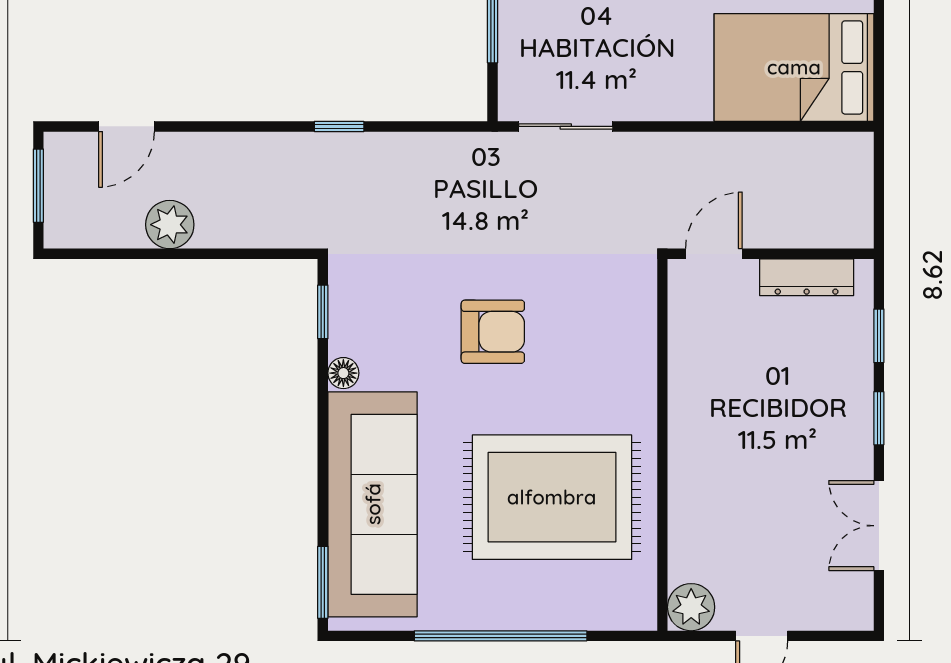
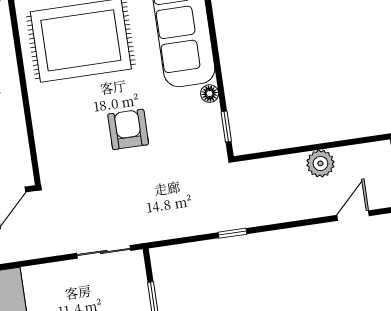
armchair: (493, 332) -> (128, 129), turned 90

